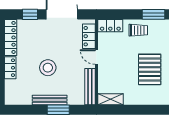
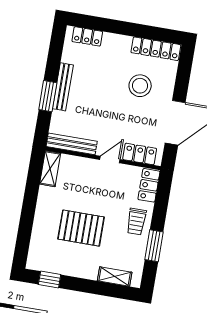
window: (30, 14) -> (182, 80), removed
locker: (10, 68) -> (87, 36), moved
stool: (48, 68) -> (140, 86), moved

